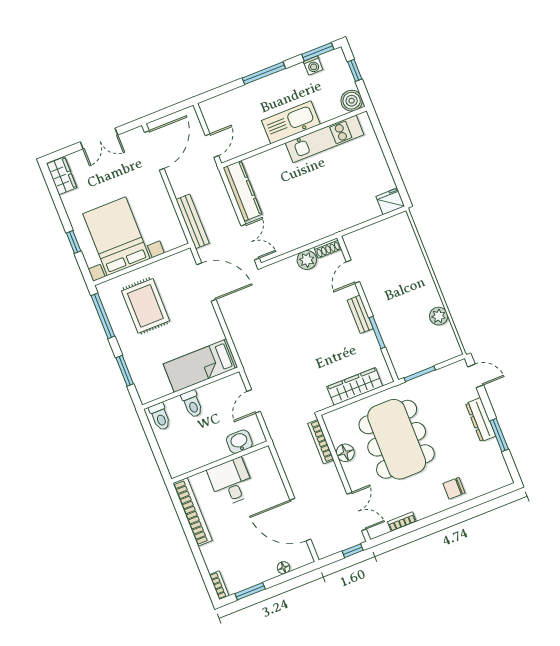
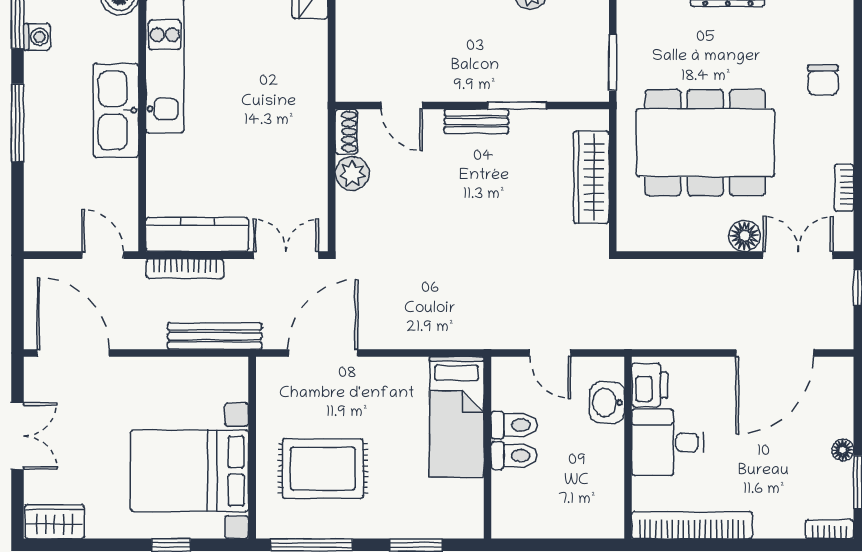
toilet: (160, 417) -> (514, 425), moved
bookcase: (321, 442) -> (185, 269), moved
floor lamp: (345, 453) -> (744, 236), moved
printer: (258, 460) -> (650, 385), added
floor lamp: (284, 568) -> (843, 450), moved

